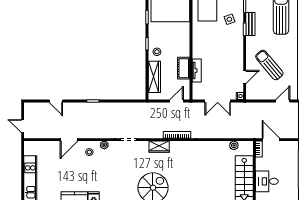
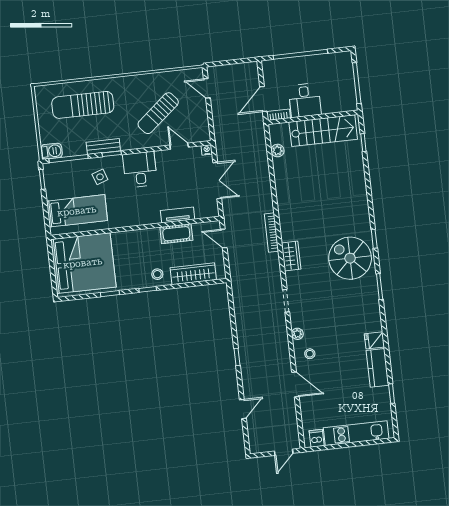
desk: (231, 48) -> (140, 169), added
dishwasher: (30, 150) -> (317, 438), added
desk: (267, 181) -> (305, 100), moved

